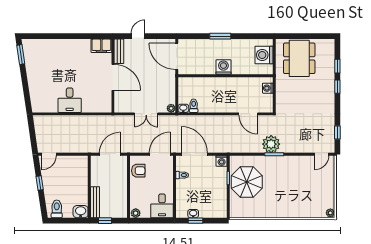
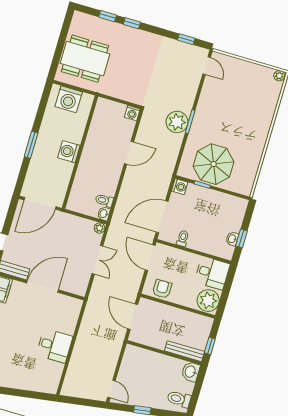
washing machine: (268, 88) -> (132, 113), moved
door: (248, 114) -> (129, 153), moved
plant: (136, 213) -> (208, 301), width x1.87, depth x1.87

